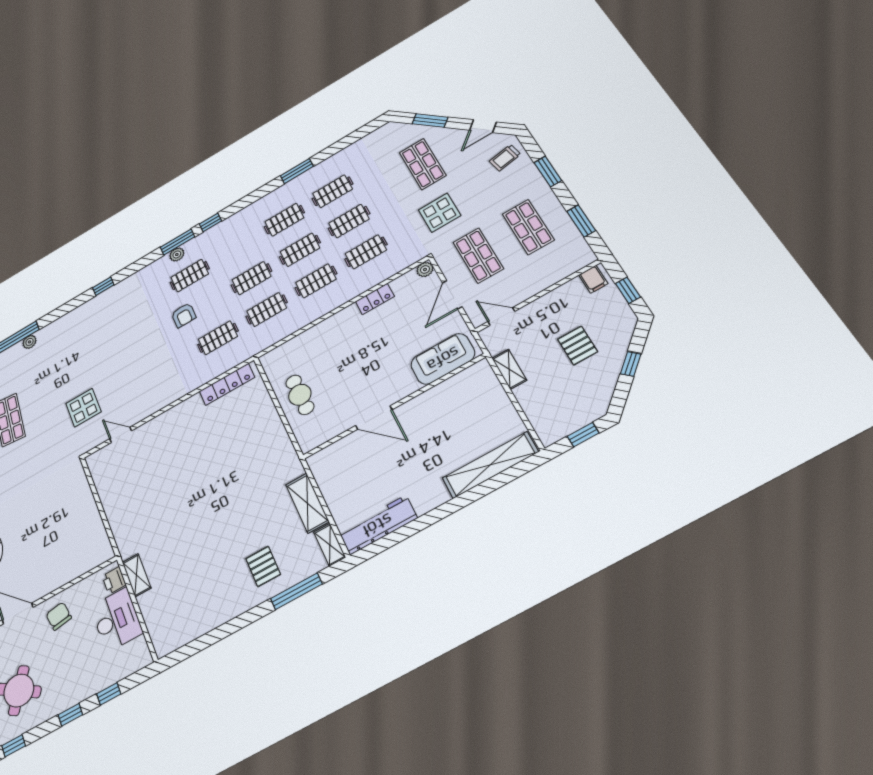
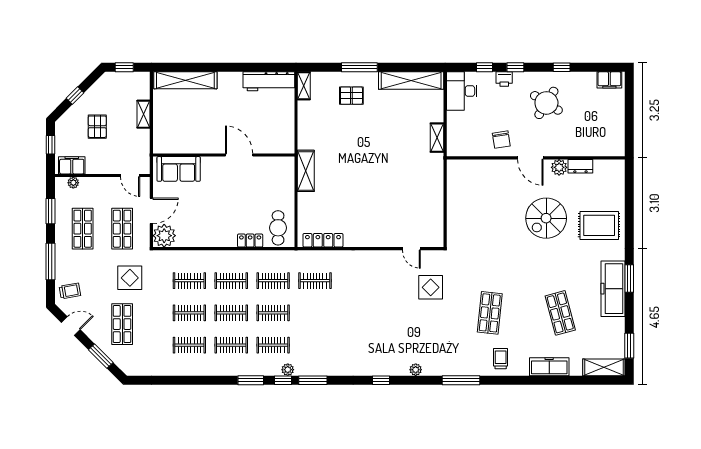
window: (297, 171) -> (251, 380), moved
window: (548, 171) -> (50, 261), width x1.44
plant: (177, 255) -> (288, 370), moved
plant: (571, 267) -> (73, 183), added
plant: (425, 269) -> (164, 236), width x1.87, depth x1.87
clothes rail: (190, 276) -> (273, 345), moved
filing cabinet: (593, 279) -> (72, 165), width x2.00
locker: (375, 299) -> (250, 241), moved
armchair: (184, 315) -> (332, 315), removed
plant: (30, 342) -> (416, 370), moved
shelving: (509, 369) -> (144, 114), moved
cafe table: (300, 395) -> (278, 228), moved
shelving: (307, 503) -> (306, 171), moved
pallet: (263, 566) -> (351, 96), turned 90
printer: (114, 580) -> (504, 79), moved, turned 90
window: (296, 591) -> (359, 67), moved
desk: (117, 620) -> (462, 91), moved
shelving: (195, 627) -> (411, 81), added

